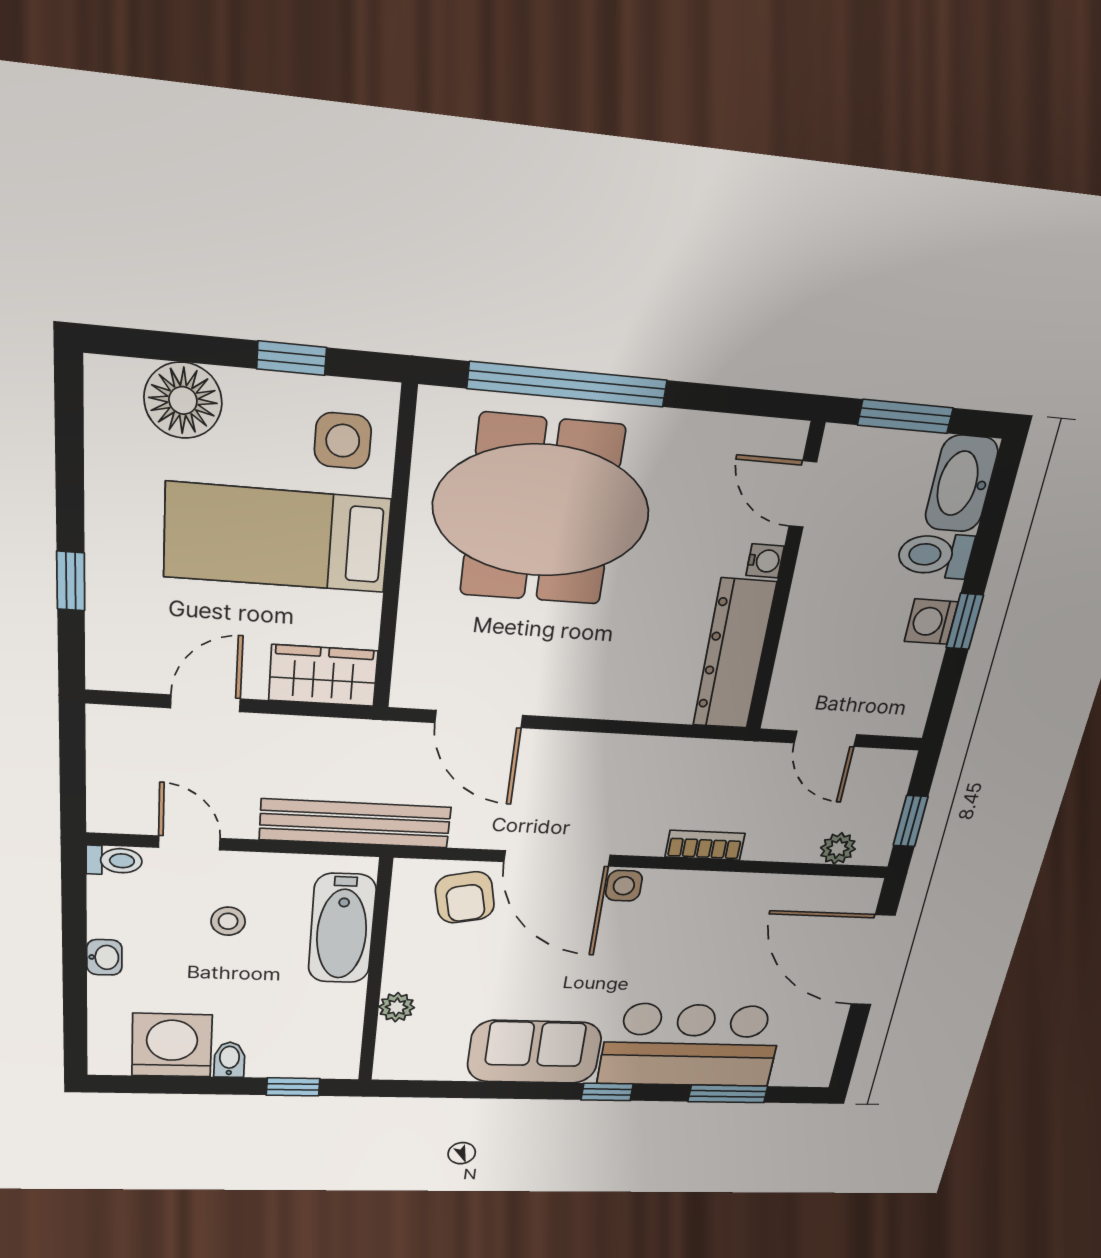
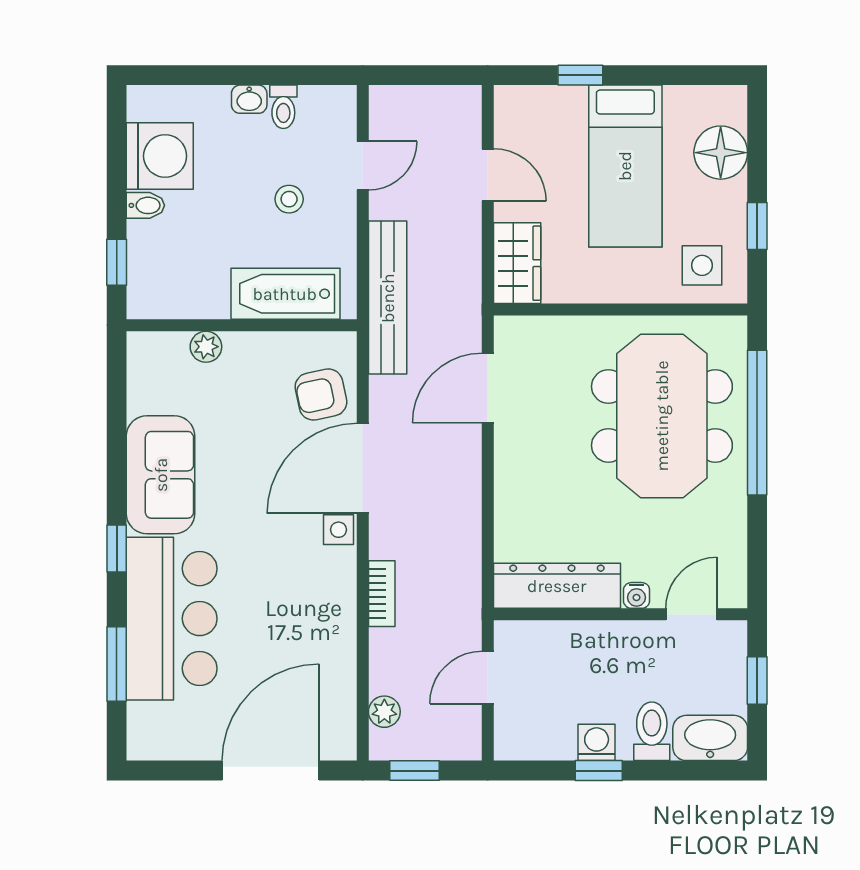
window: (905, 416) -> (757, 681), width x0.67
bed: (277, 538) -> (625, 166), moved, turned 180
toilet: (114, 860) -> (283, 107), moved

